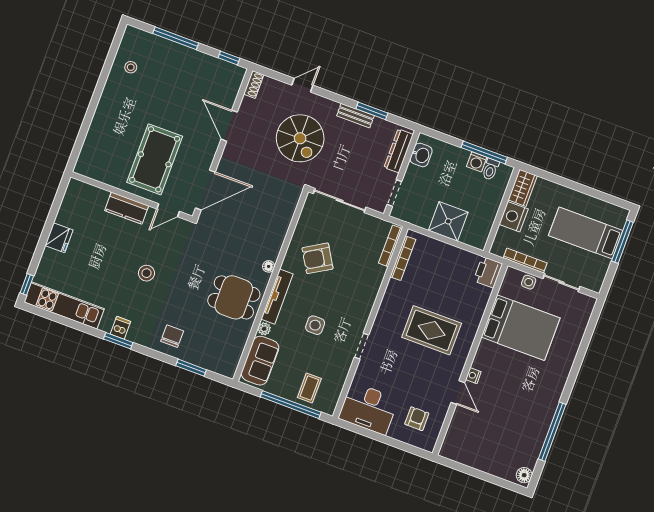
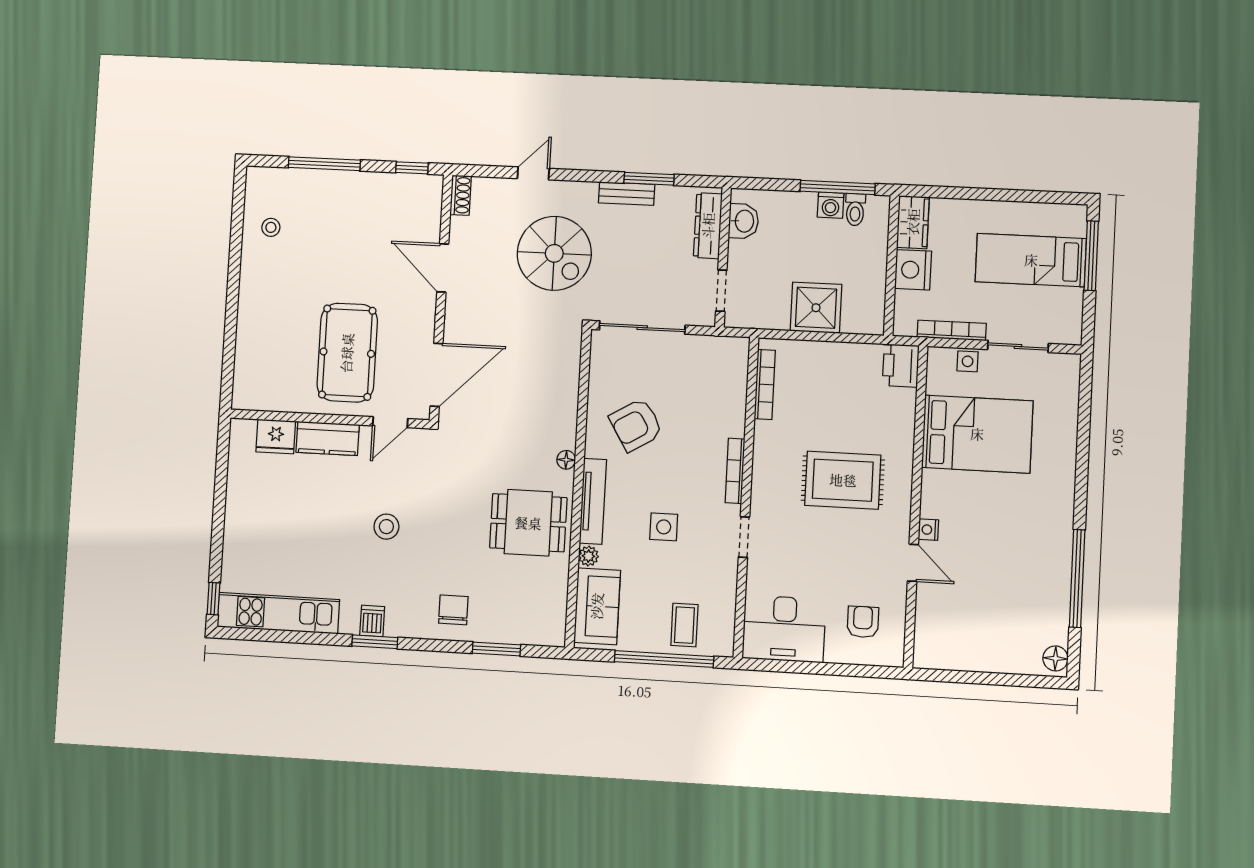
fridge: (59, 238) -> (276, 437), moved, turned 90
bookcase: (390, 246) -> (735, 471), moved

